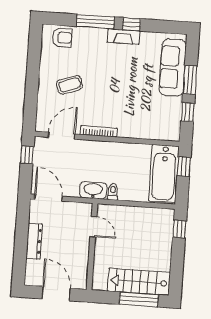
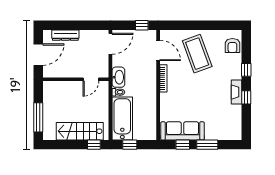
window: (95, 22) -> (246, 70), width x0.46
sofa: (173, 68) -> (182, 131), moved
coffee table: (70, 85) -> (197, 54), width x1.86, depth x1.72
window: (184, 167) -> (130, 145), moved
bathtub: (164, 174) -> (122, 118), moved, turned 90
dresser: (34, 241) -> (65, 35), moved
stairs: (139, 282) -> (80, 131), moved, turned -90

